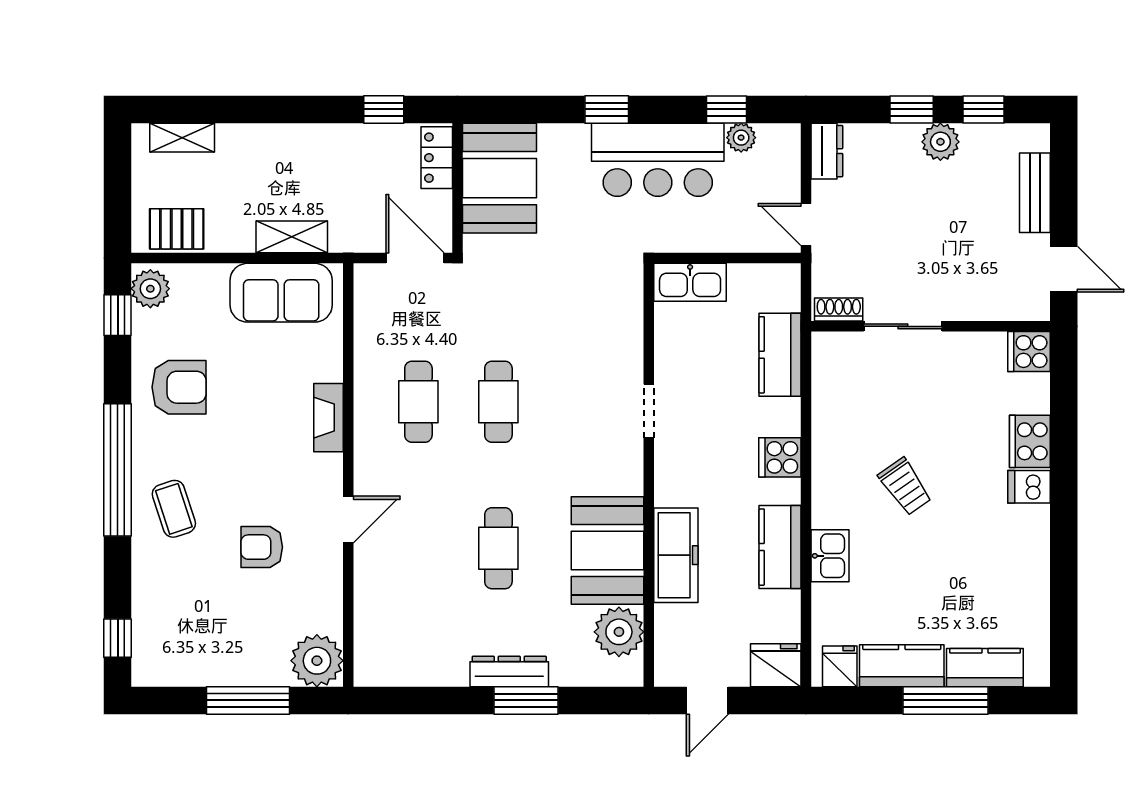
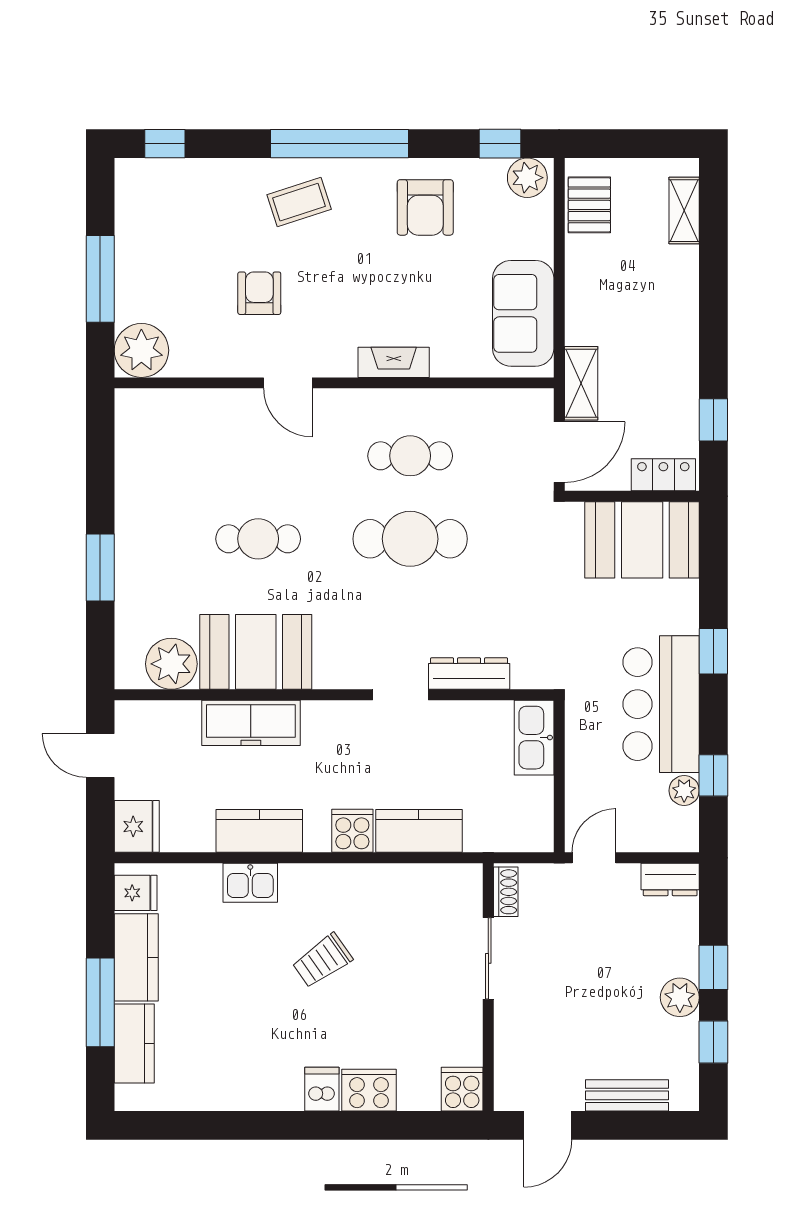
shelving: (292, 237) -> (581, 383), moved
kitchen counter: (780, 355) -> (419, 831), moved
cafe table: (498, 402) -> (410, 539), width x1.37, depth x1.35
dresser: (509, 671) -> (469, 674), moved, turned -90

